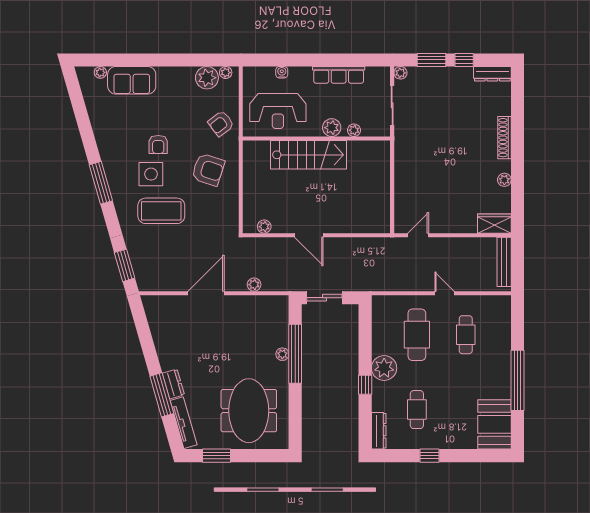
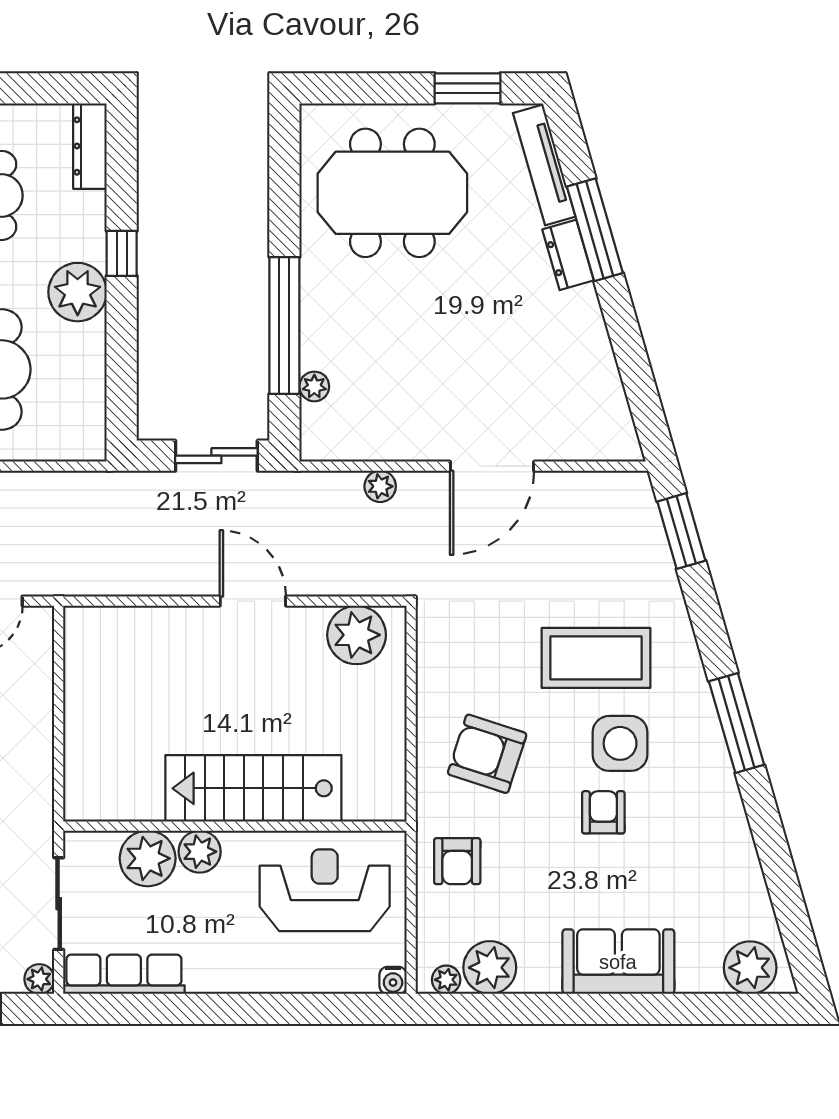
plant: (100, 72) -> (750, 968), width x1.88, depth x1.88
water cooler: (282, 72) -> (393, 980), moved
row of seats: (339, 75) -> (124, 974), moved
sofa: (132, 80) -> (618, 962), moved
armchair: (221, 123) -> (457, 861), turned 127
plant: (354, 130) -> (148, 858), width x1.88, depth x1.88
plant: (264, 227) -> (357, 635), width x1.87, depth x1.87
plant: (282, 354) -> (314, 386), moved
meeting table: (249, 411) -> (392, 193), turned 90

